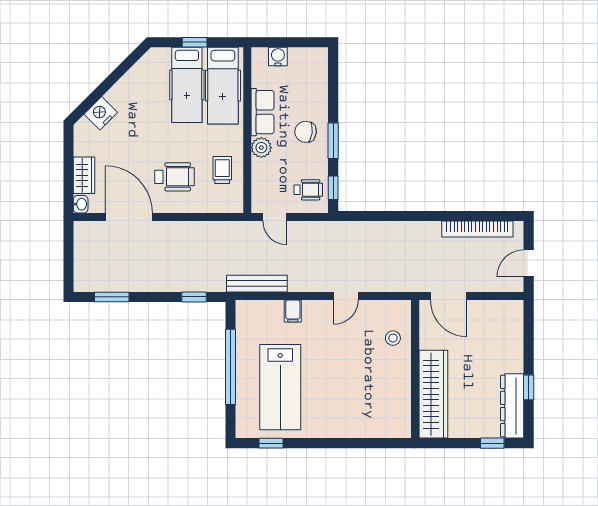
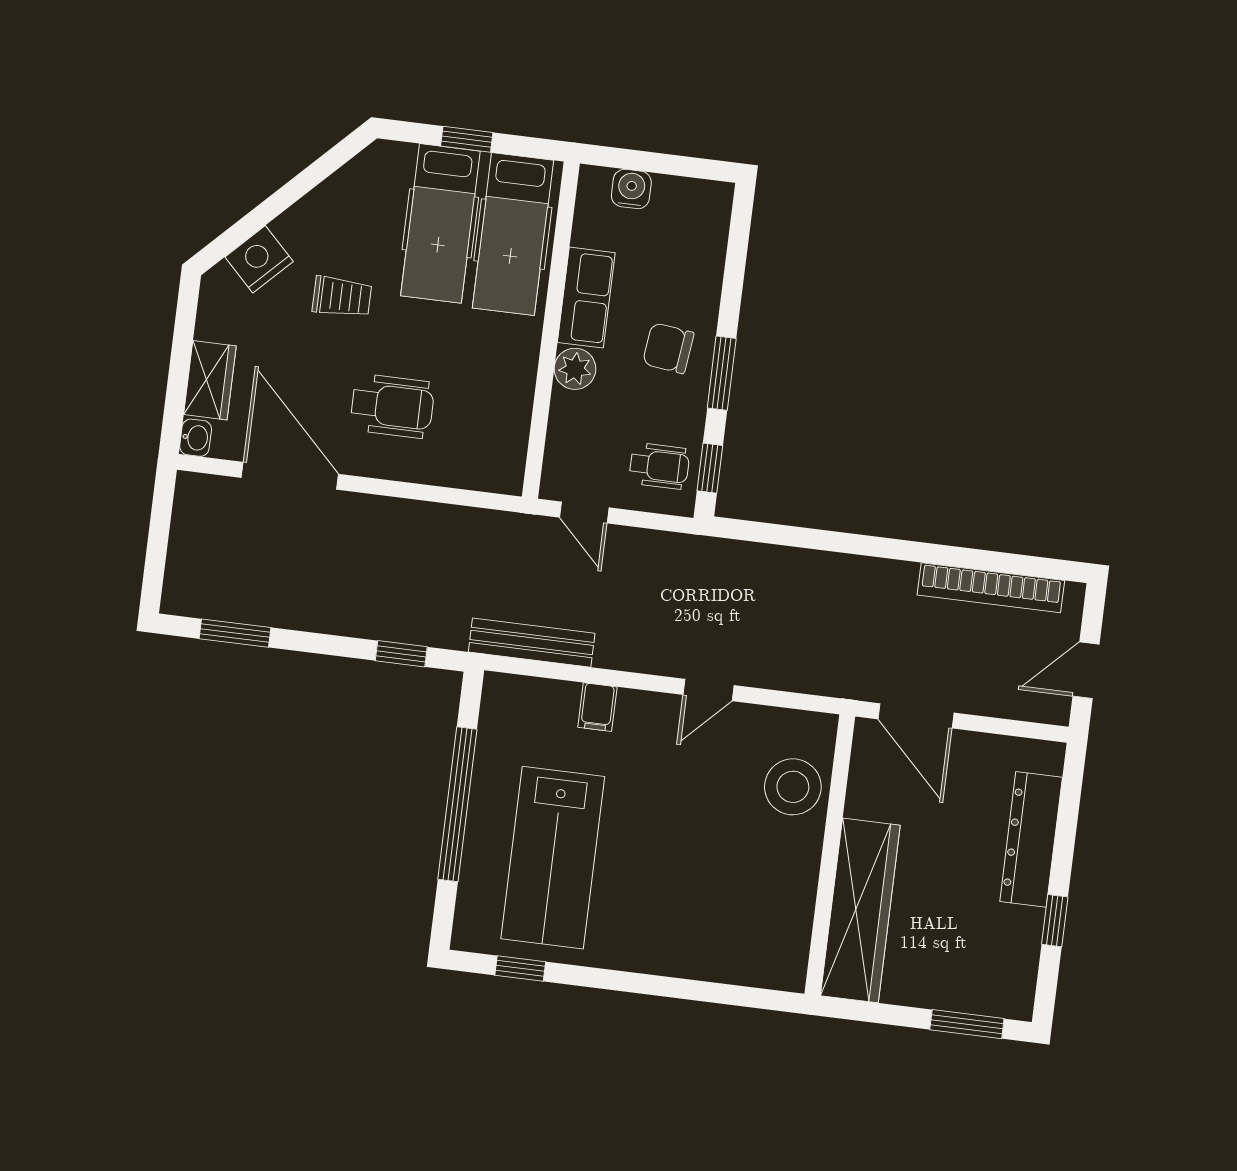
trolley: (222, 170) -> (342, 297), moved, turned 90
stool: (393, 338) -> (793, 787), width x1.89, depth x1.89
dresser: (512, 406) -> (1031, 839), moved
window: (492, 443) -> (967, 1024), width x1.50

